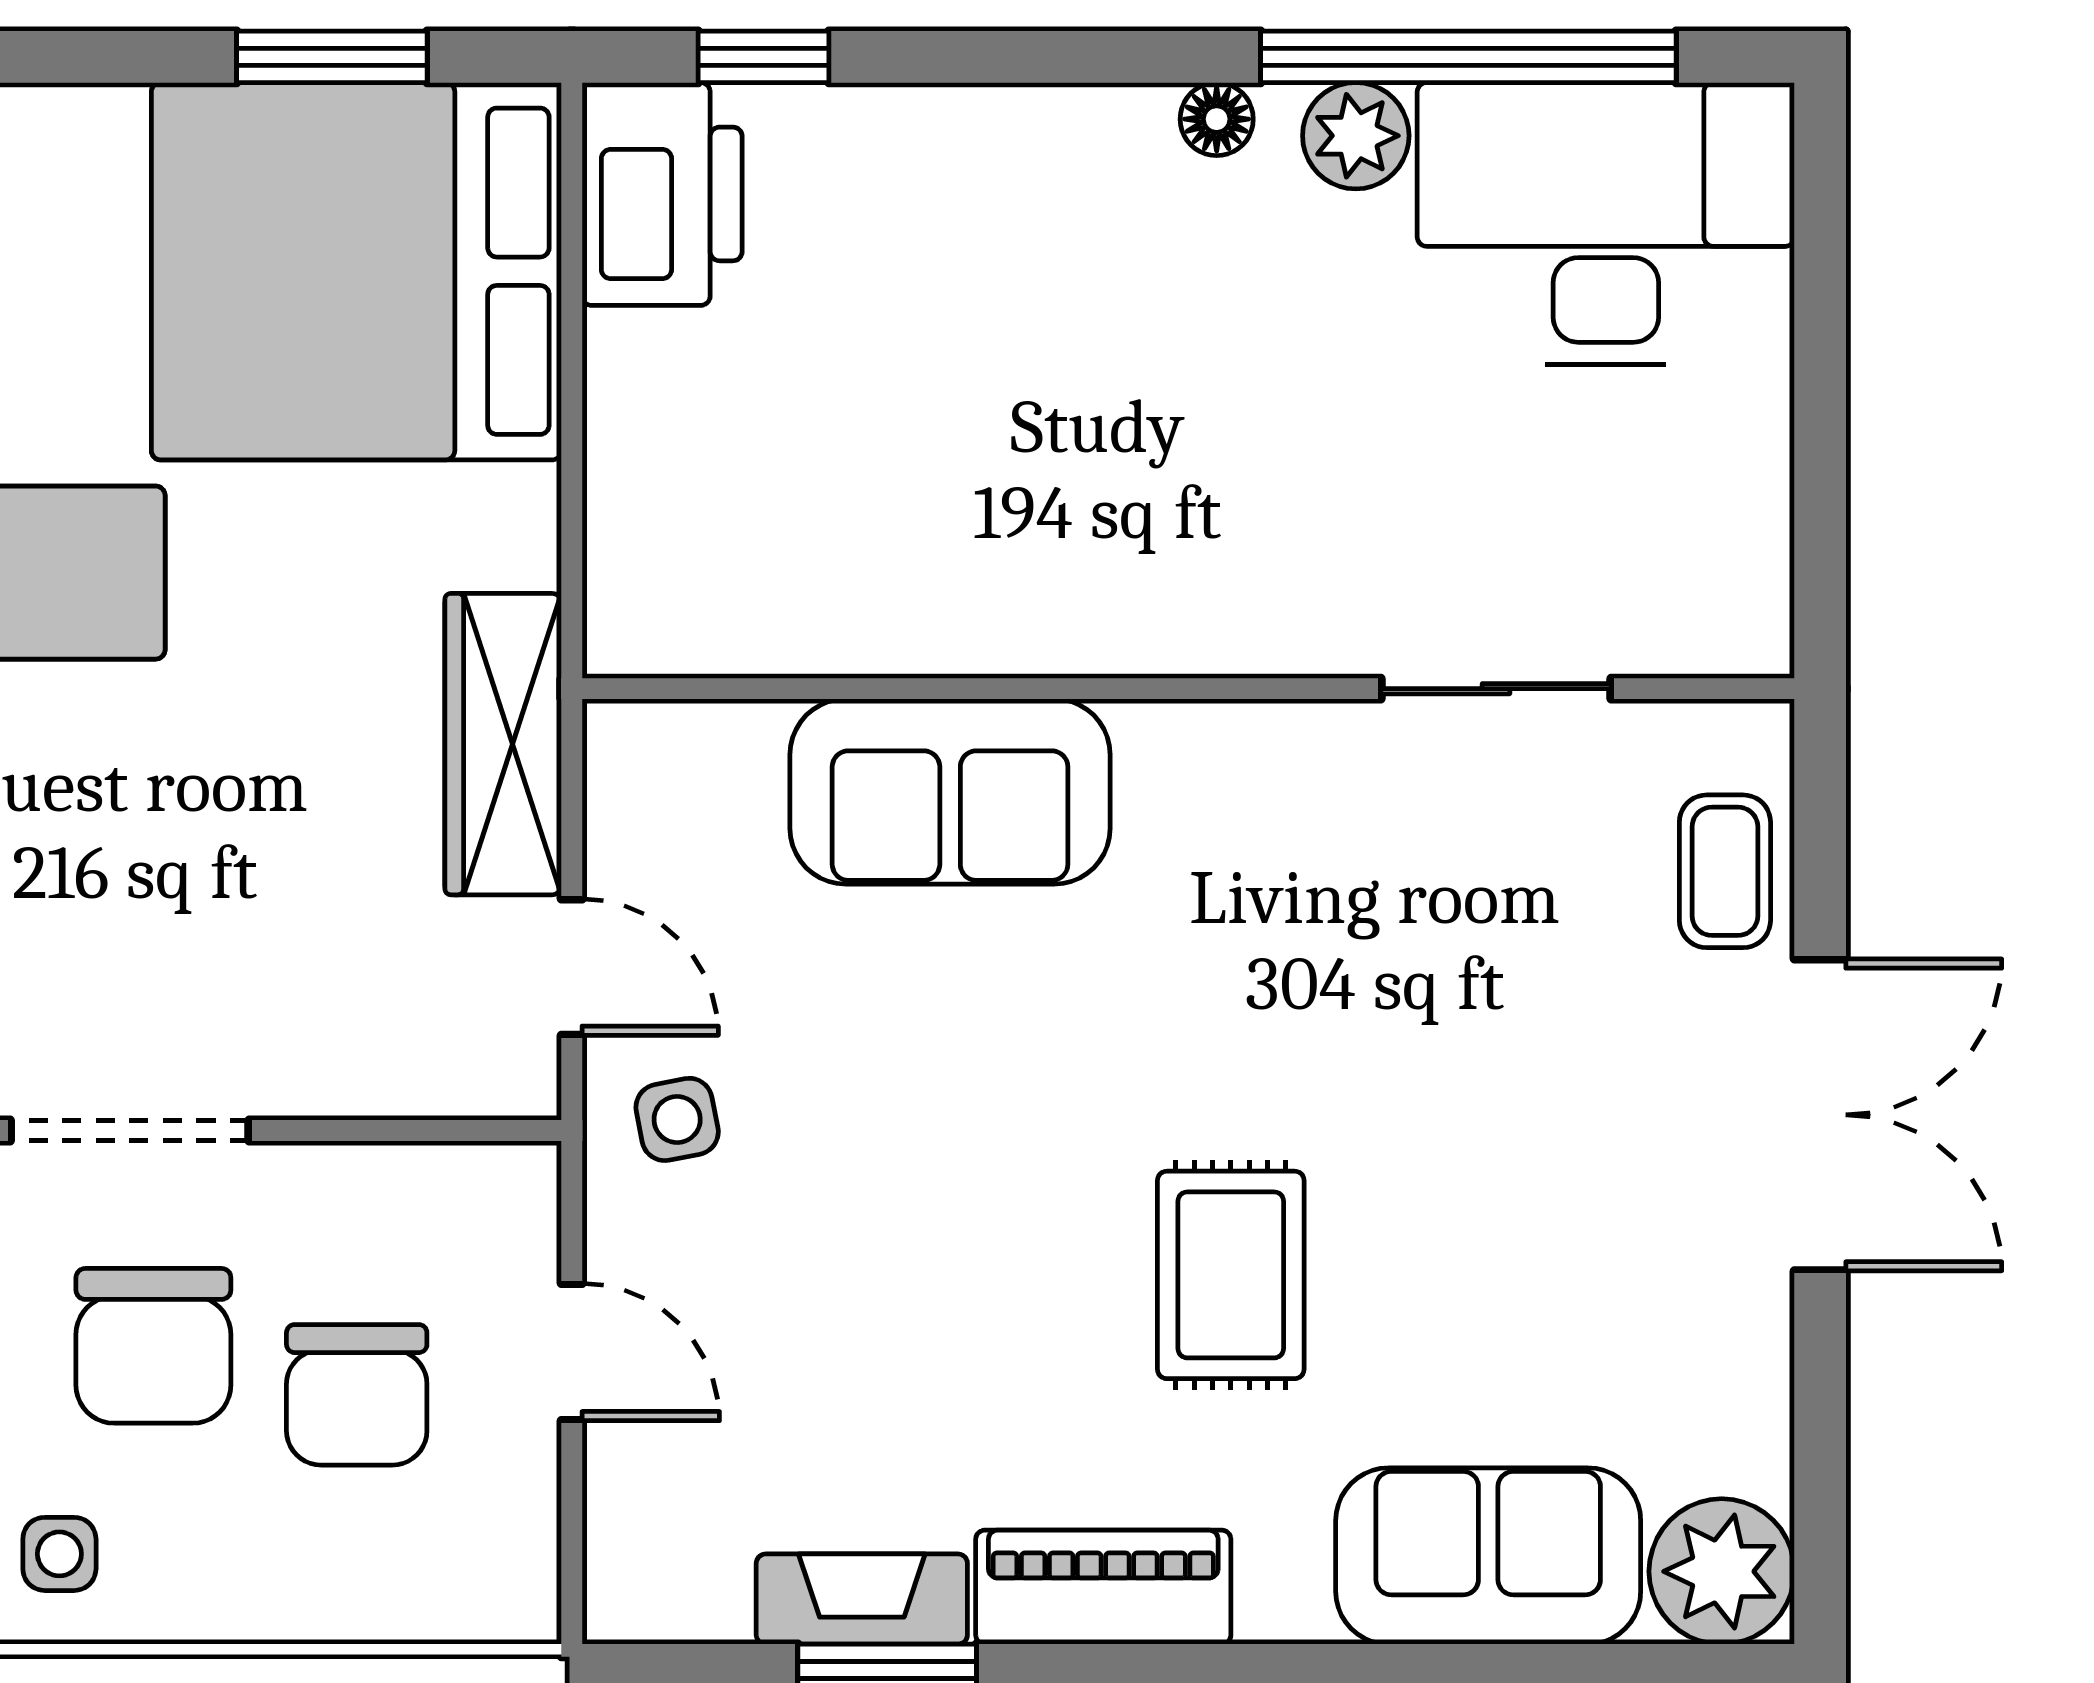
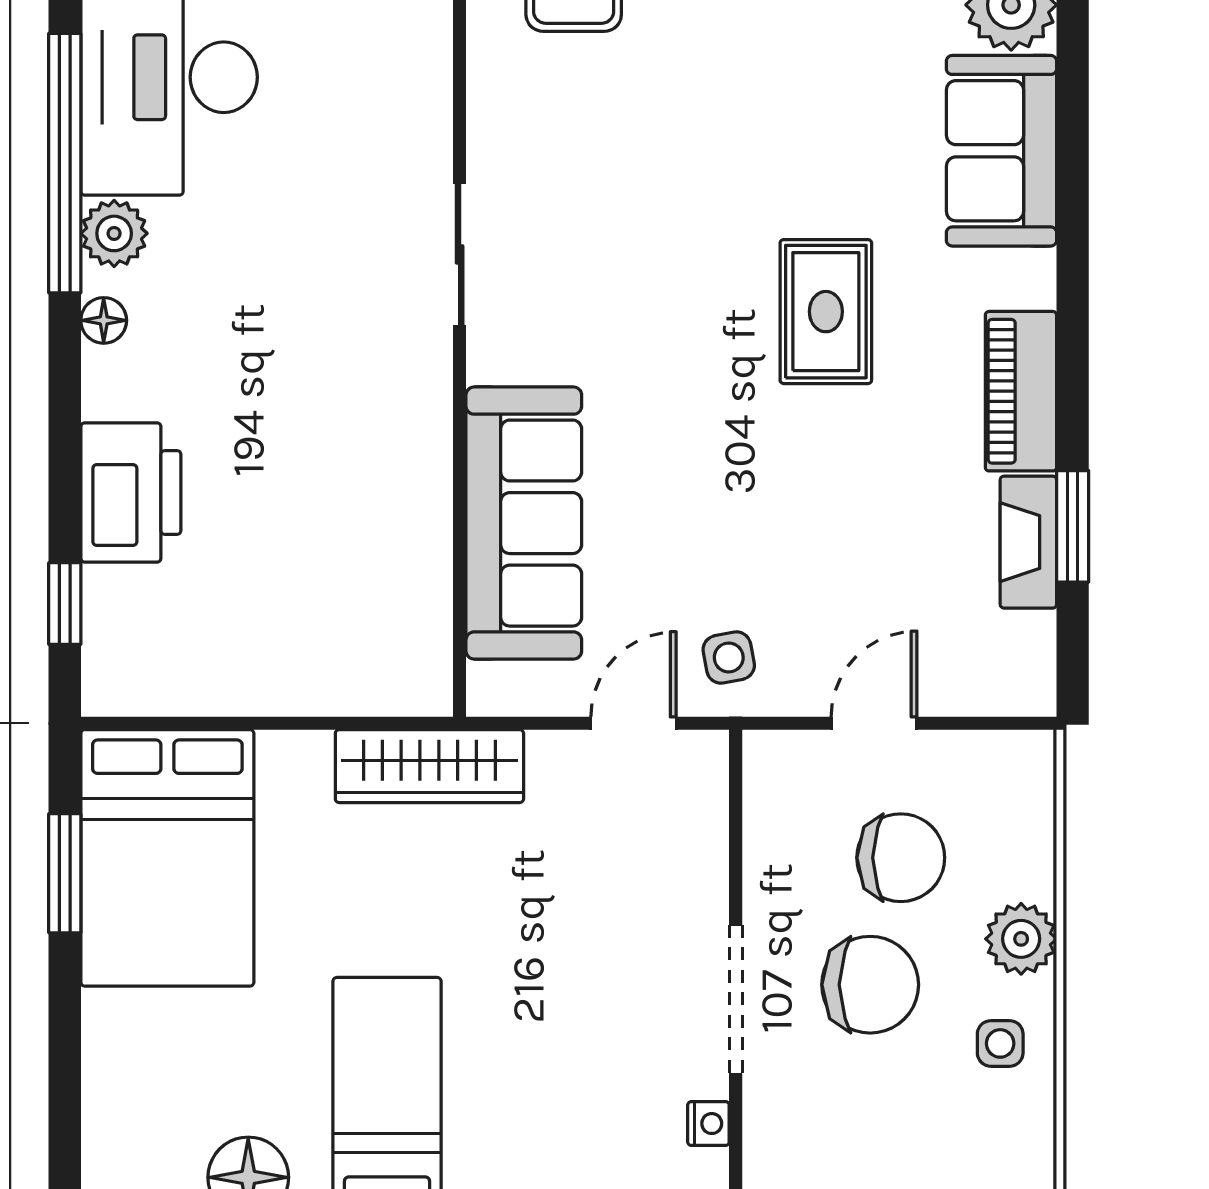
printer: (662, 194) -> (131, 492), moved, turned 90
bed: (356, 271) -> (167, 858), width x0.73
sliding door: (1496, 689) -> (460, 254), moved
wardrobe: (503, 744) -> (429, 766), moved
sofa: (950, 792) -> (524, 523), width x1.36
rug: (1231, 1275) -> (826, 312), turned 90
plant: (227, 1587) -> (1021, 939), added

